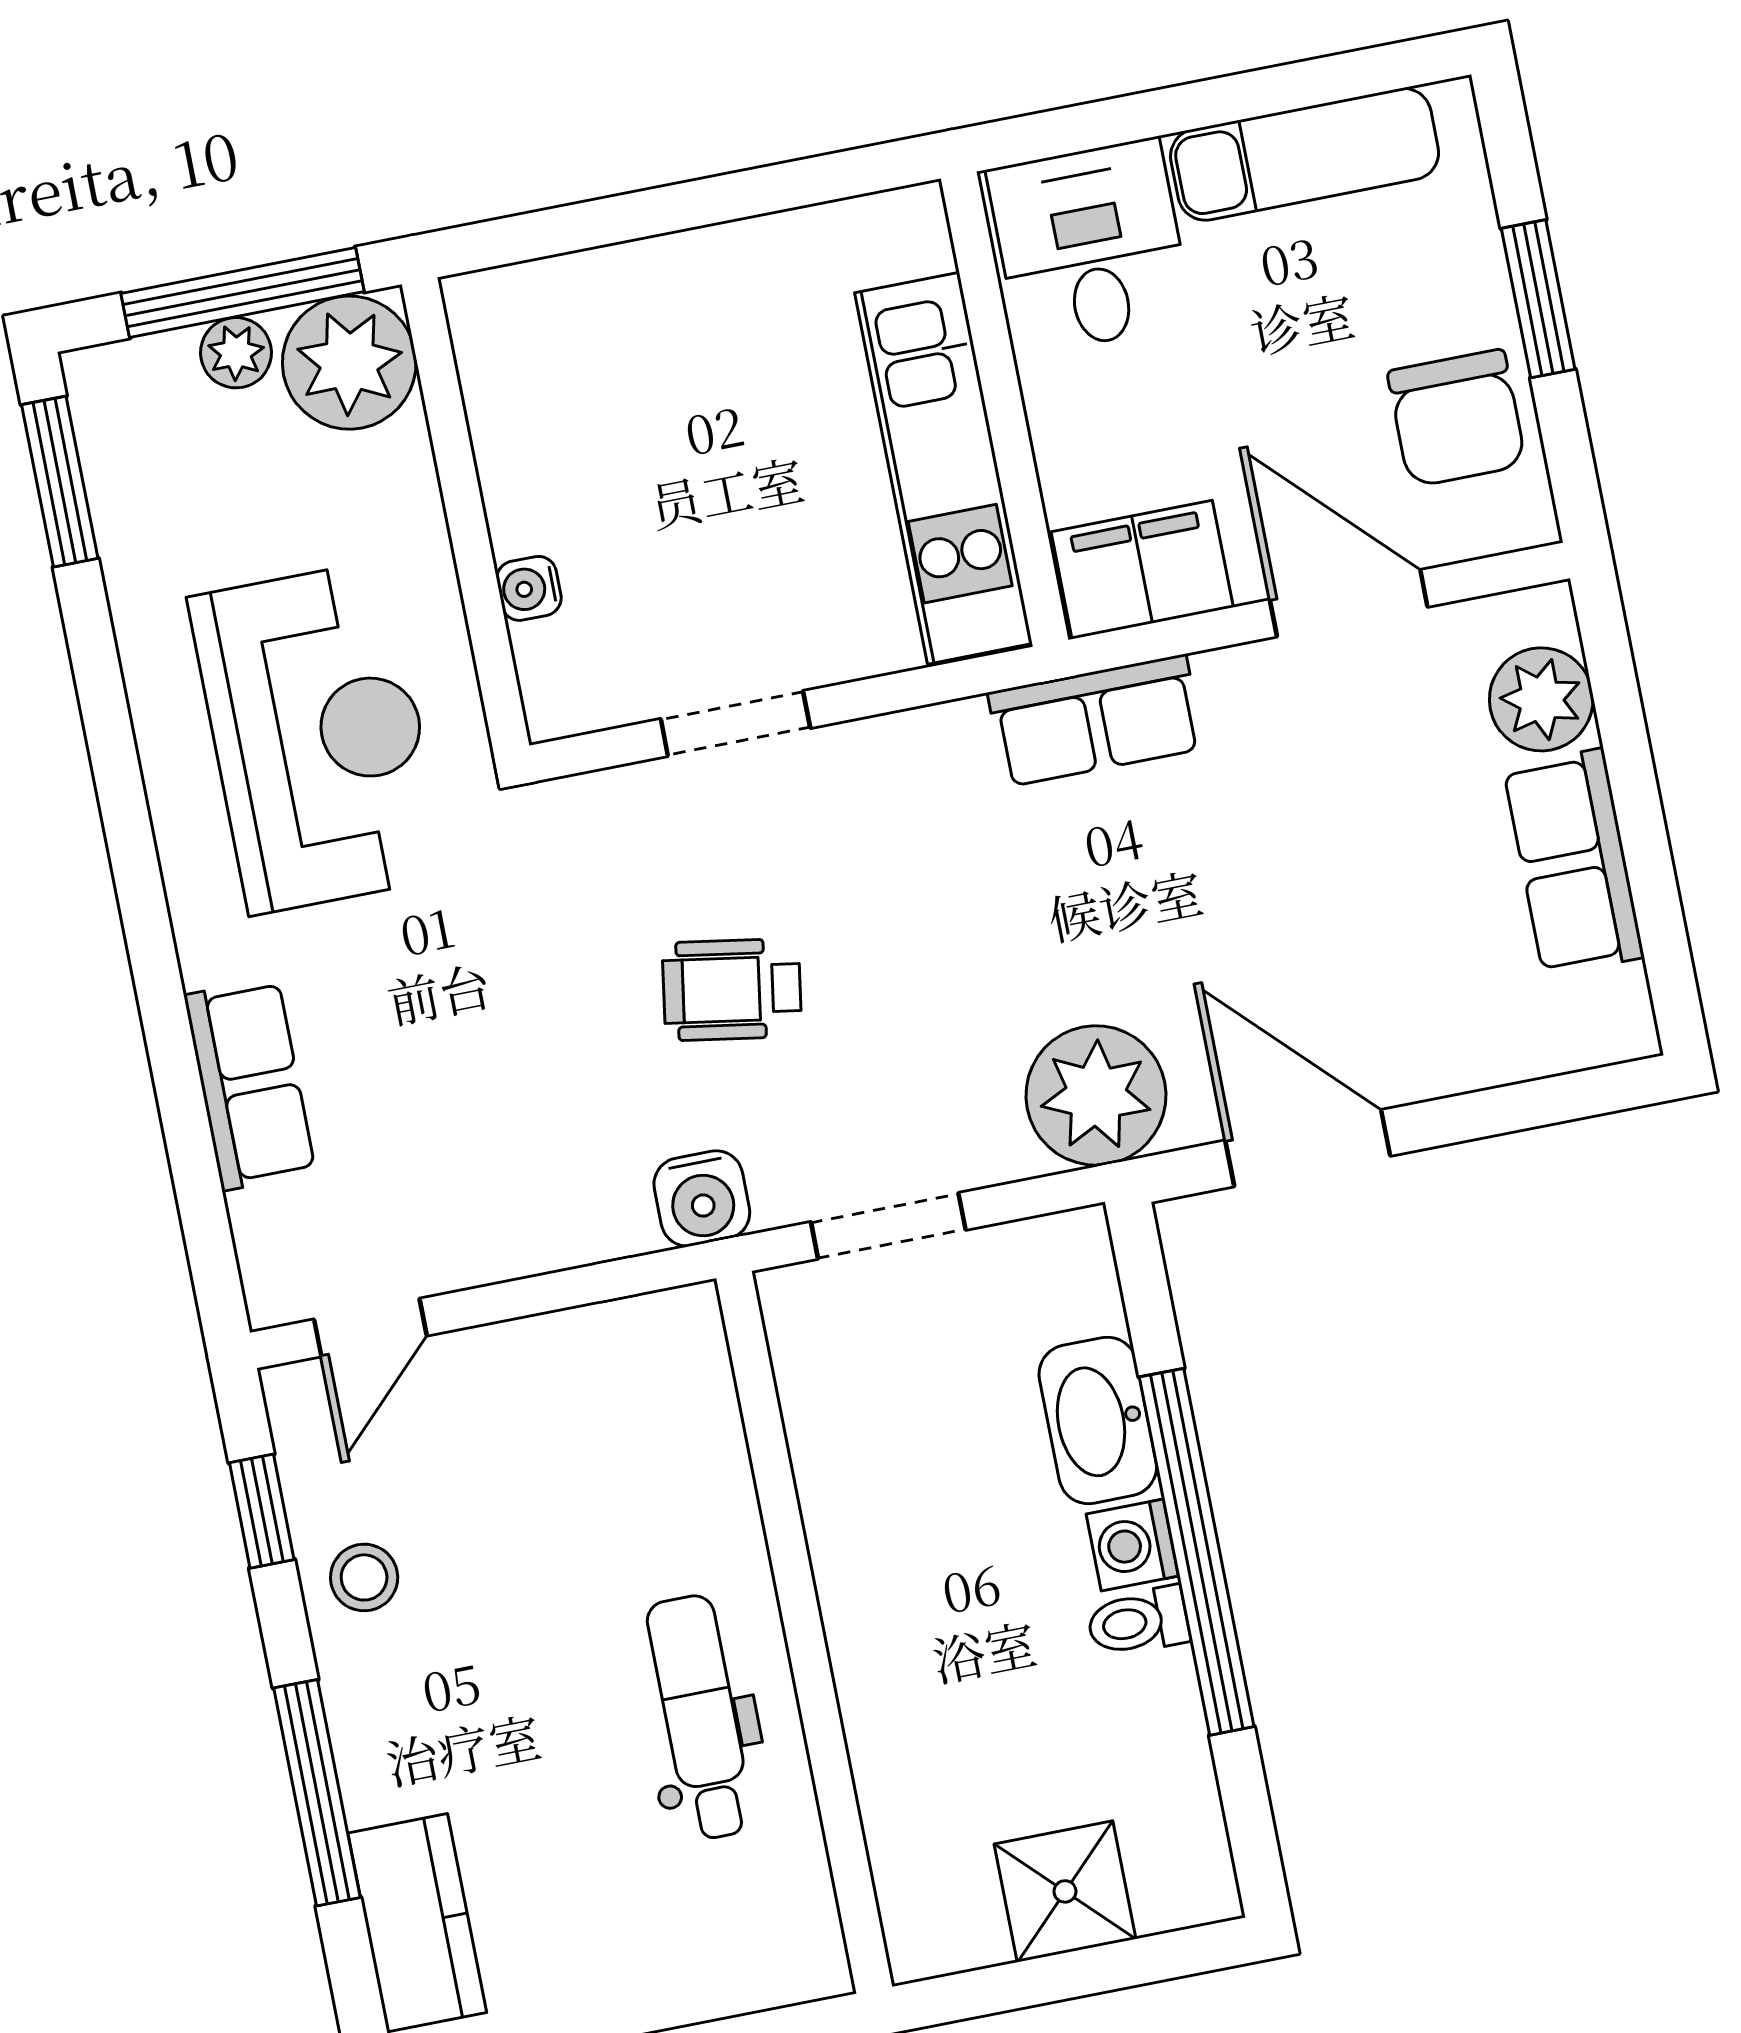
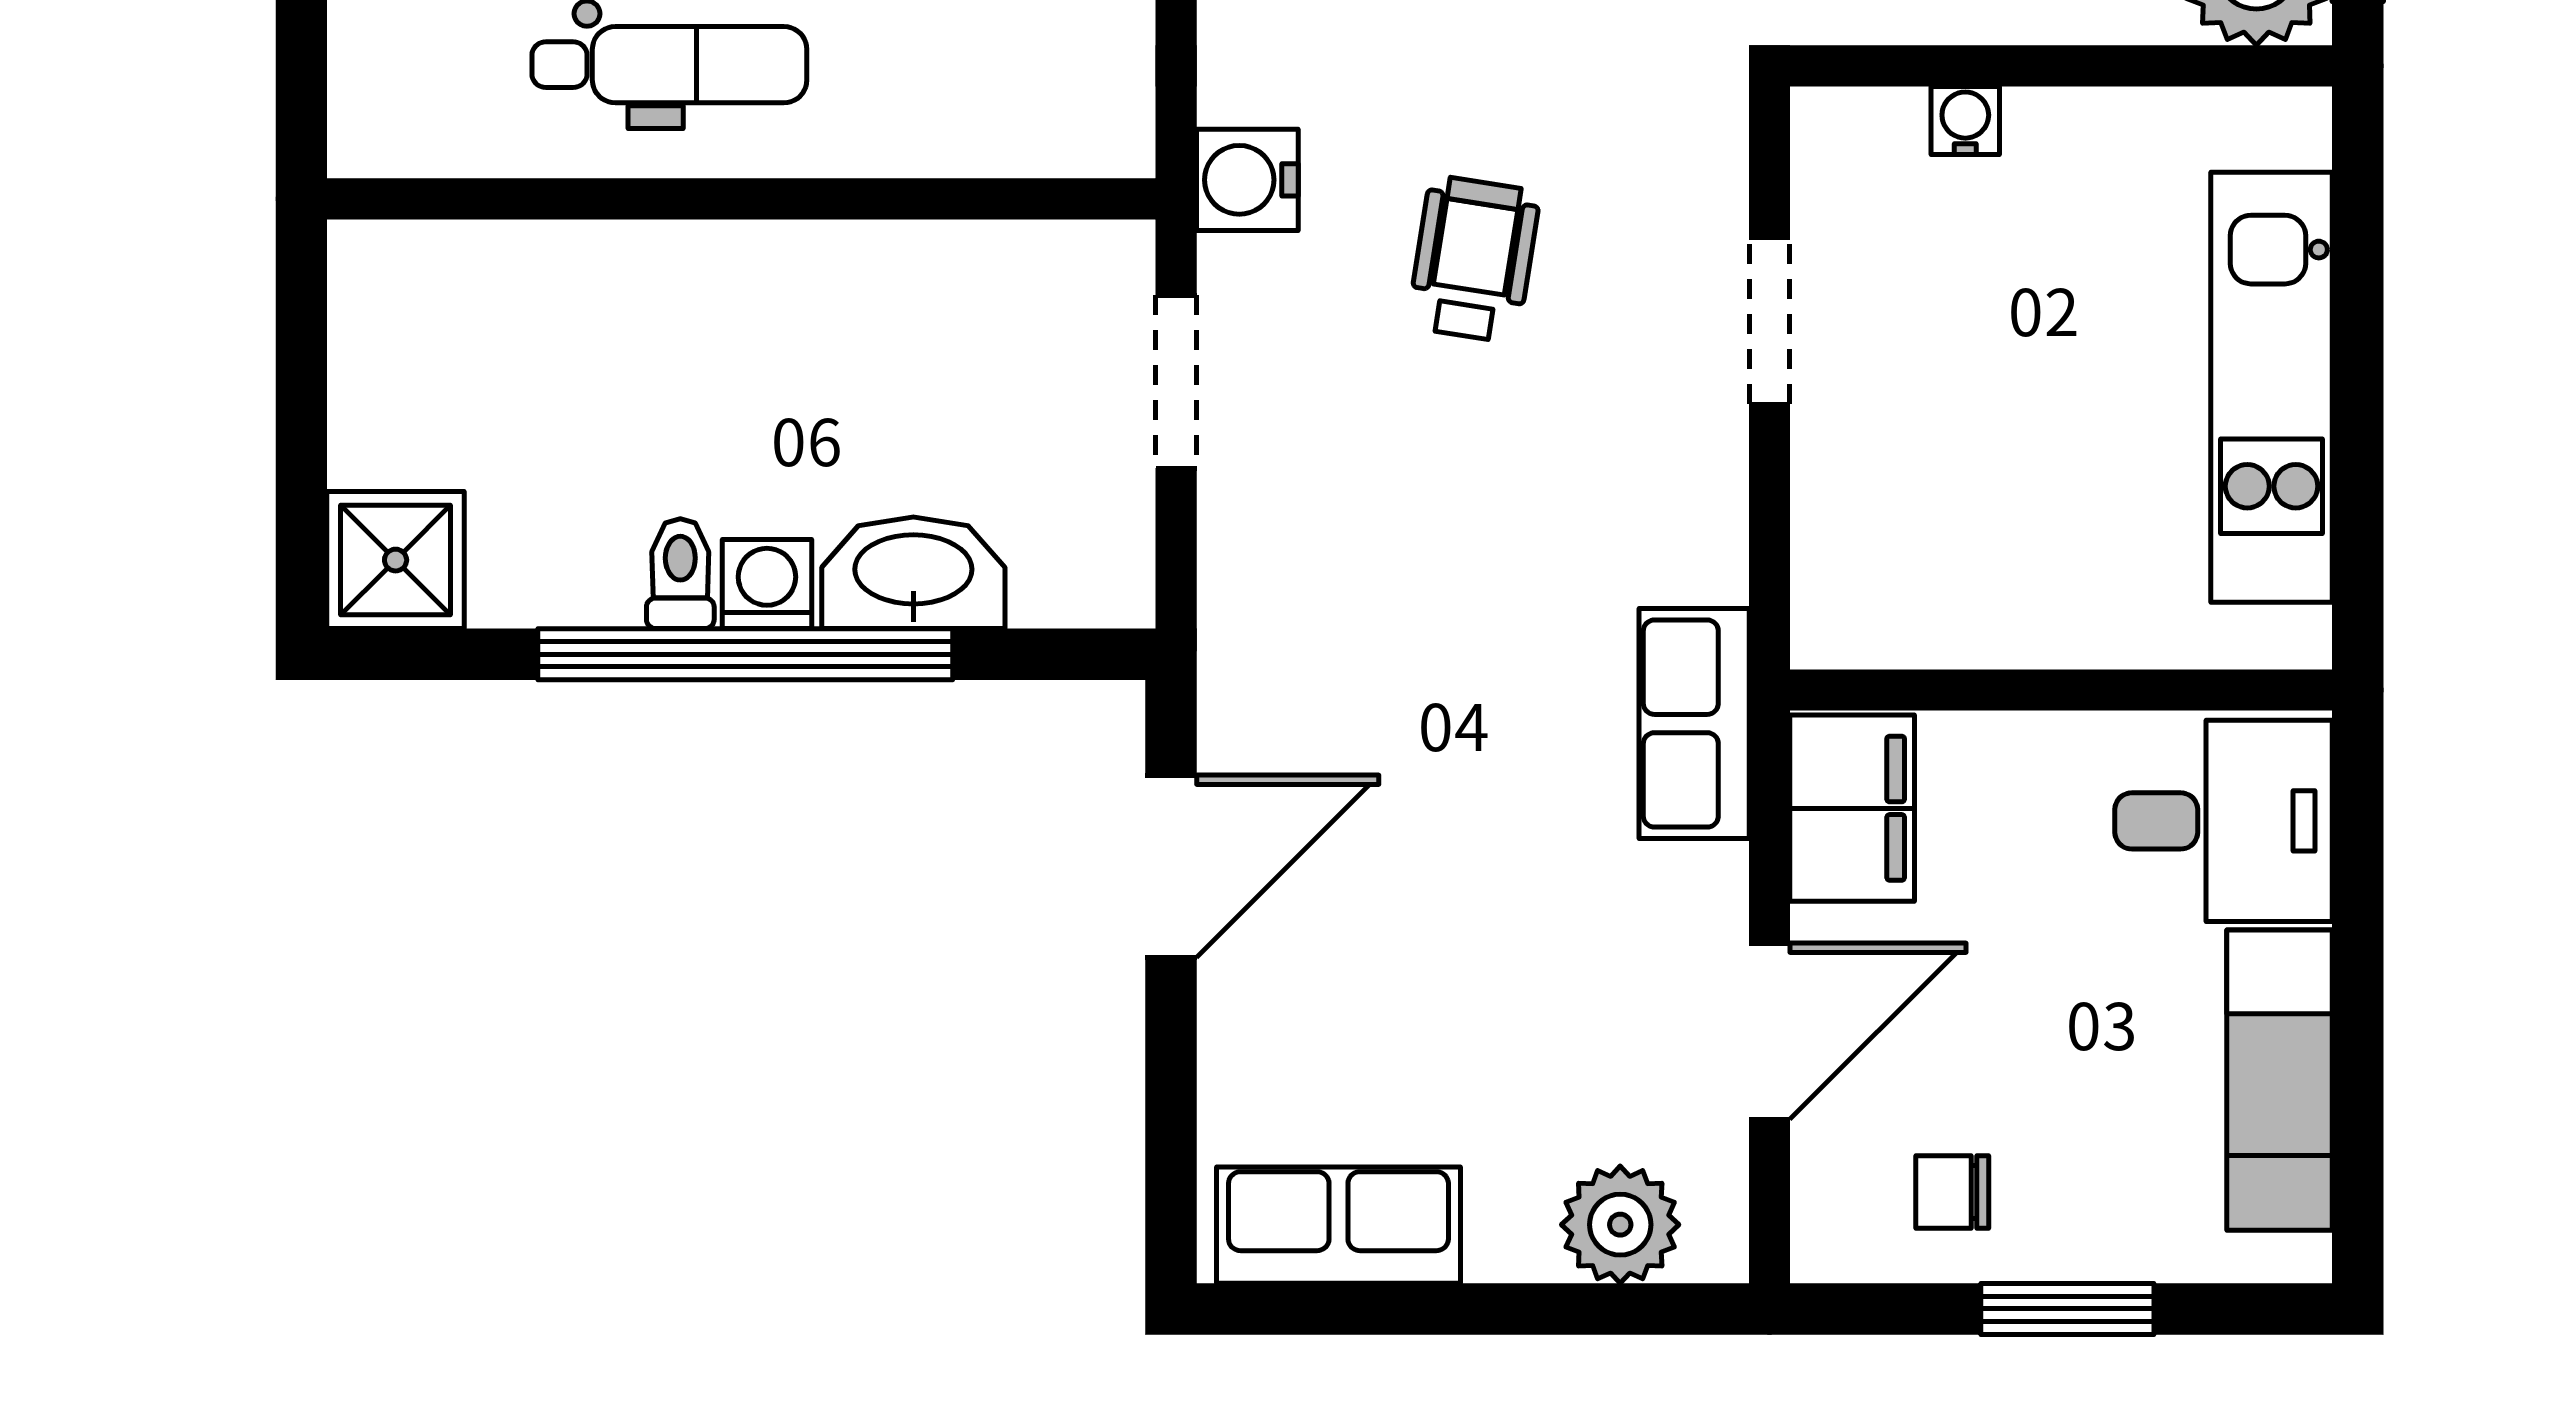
chair: (1457, 418) -> (1952, 1192), width x0.54, depth x0.54
kitchen unit: (943, 468) -> (2272, 387), moved, turned -90
row of seats: (1574, 862) -> (1338, 1225), moved
plant: (1096, 1095) -> (1276, 642), removed
shower: (1065, 1891) -> (396, 560), moved

